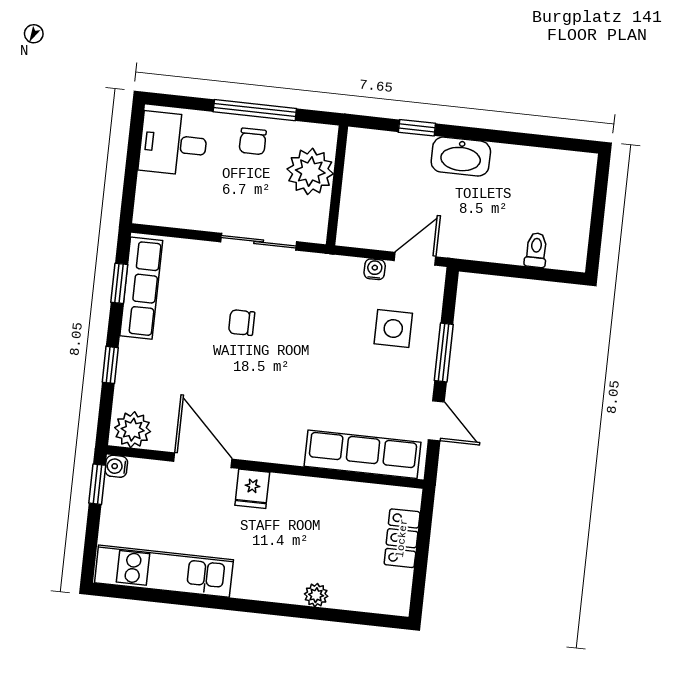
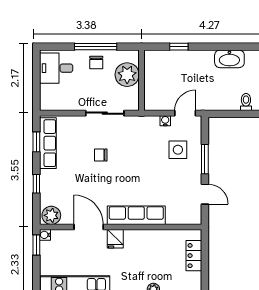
washbasin: (461, 157) -> (229, 59), moved
row of seats: (363, 454) -> (136, 215), moved

